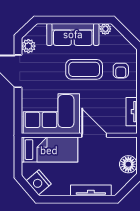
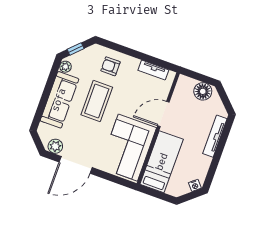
window: (125, 32) -> (76, 49), added
armchair: (121, 71) -> (111, 66), turned 180
nightstand: (39, 182) -> (195, 185), width x0.53, depth x0.56

